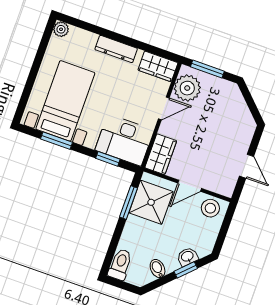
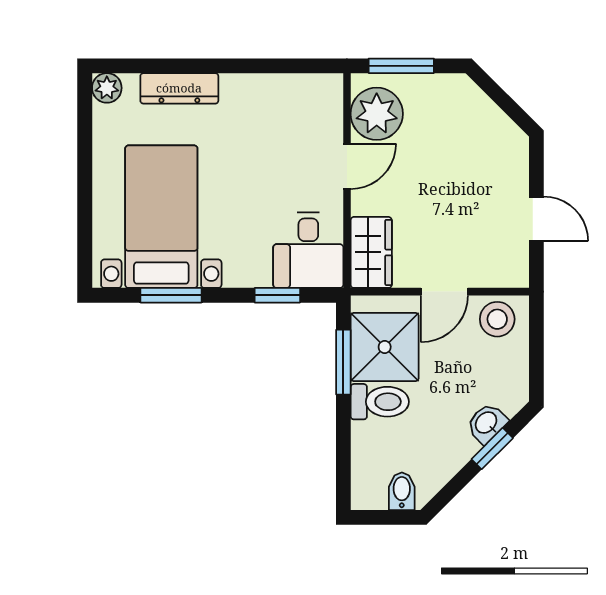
dresser: (116, 49) -> (179, 88), moved
wardrobe: (158, 66) -> (309, 93), removed
desk: (124, 140) -> (308, 250), width x0.73
toilet: (120, 264) -> (380, 402), moved, turned 90
bidet: (158, 269) -> (402, 491), moved, turned 45

